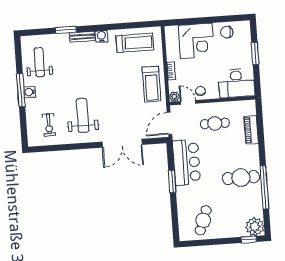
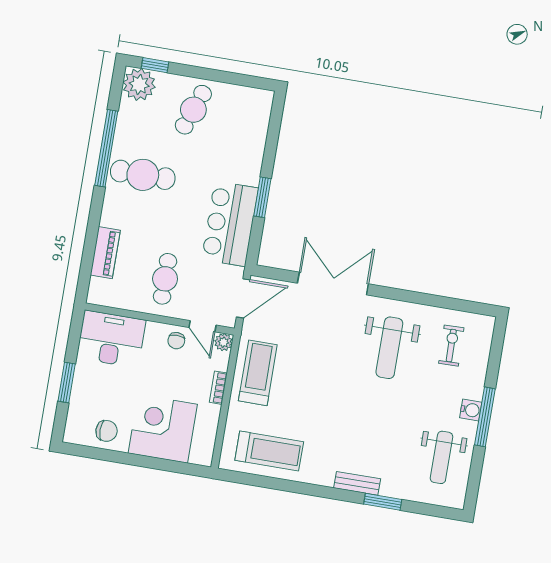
water cooler: (102, 36) -> (324, 476), removed
treadmill: (135, 43) -> (269, 451), turned 180
cafe table: (215, 123) -> (165, 279), turned 90
cafe table: (203, 220) -> (193, 110), moved

